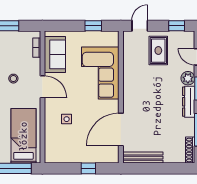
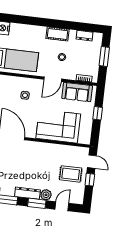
window: (93, 26) -> (98, 113), moved
window: (177, 26) -> (90, 180), moved

